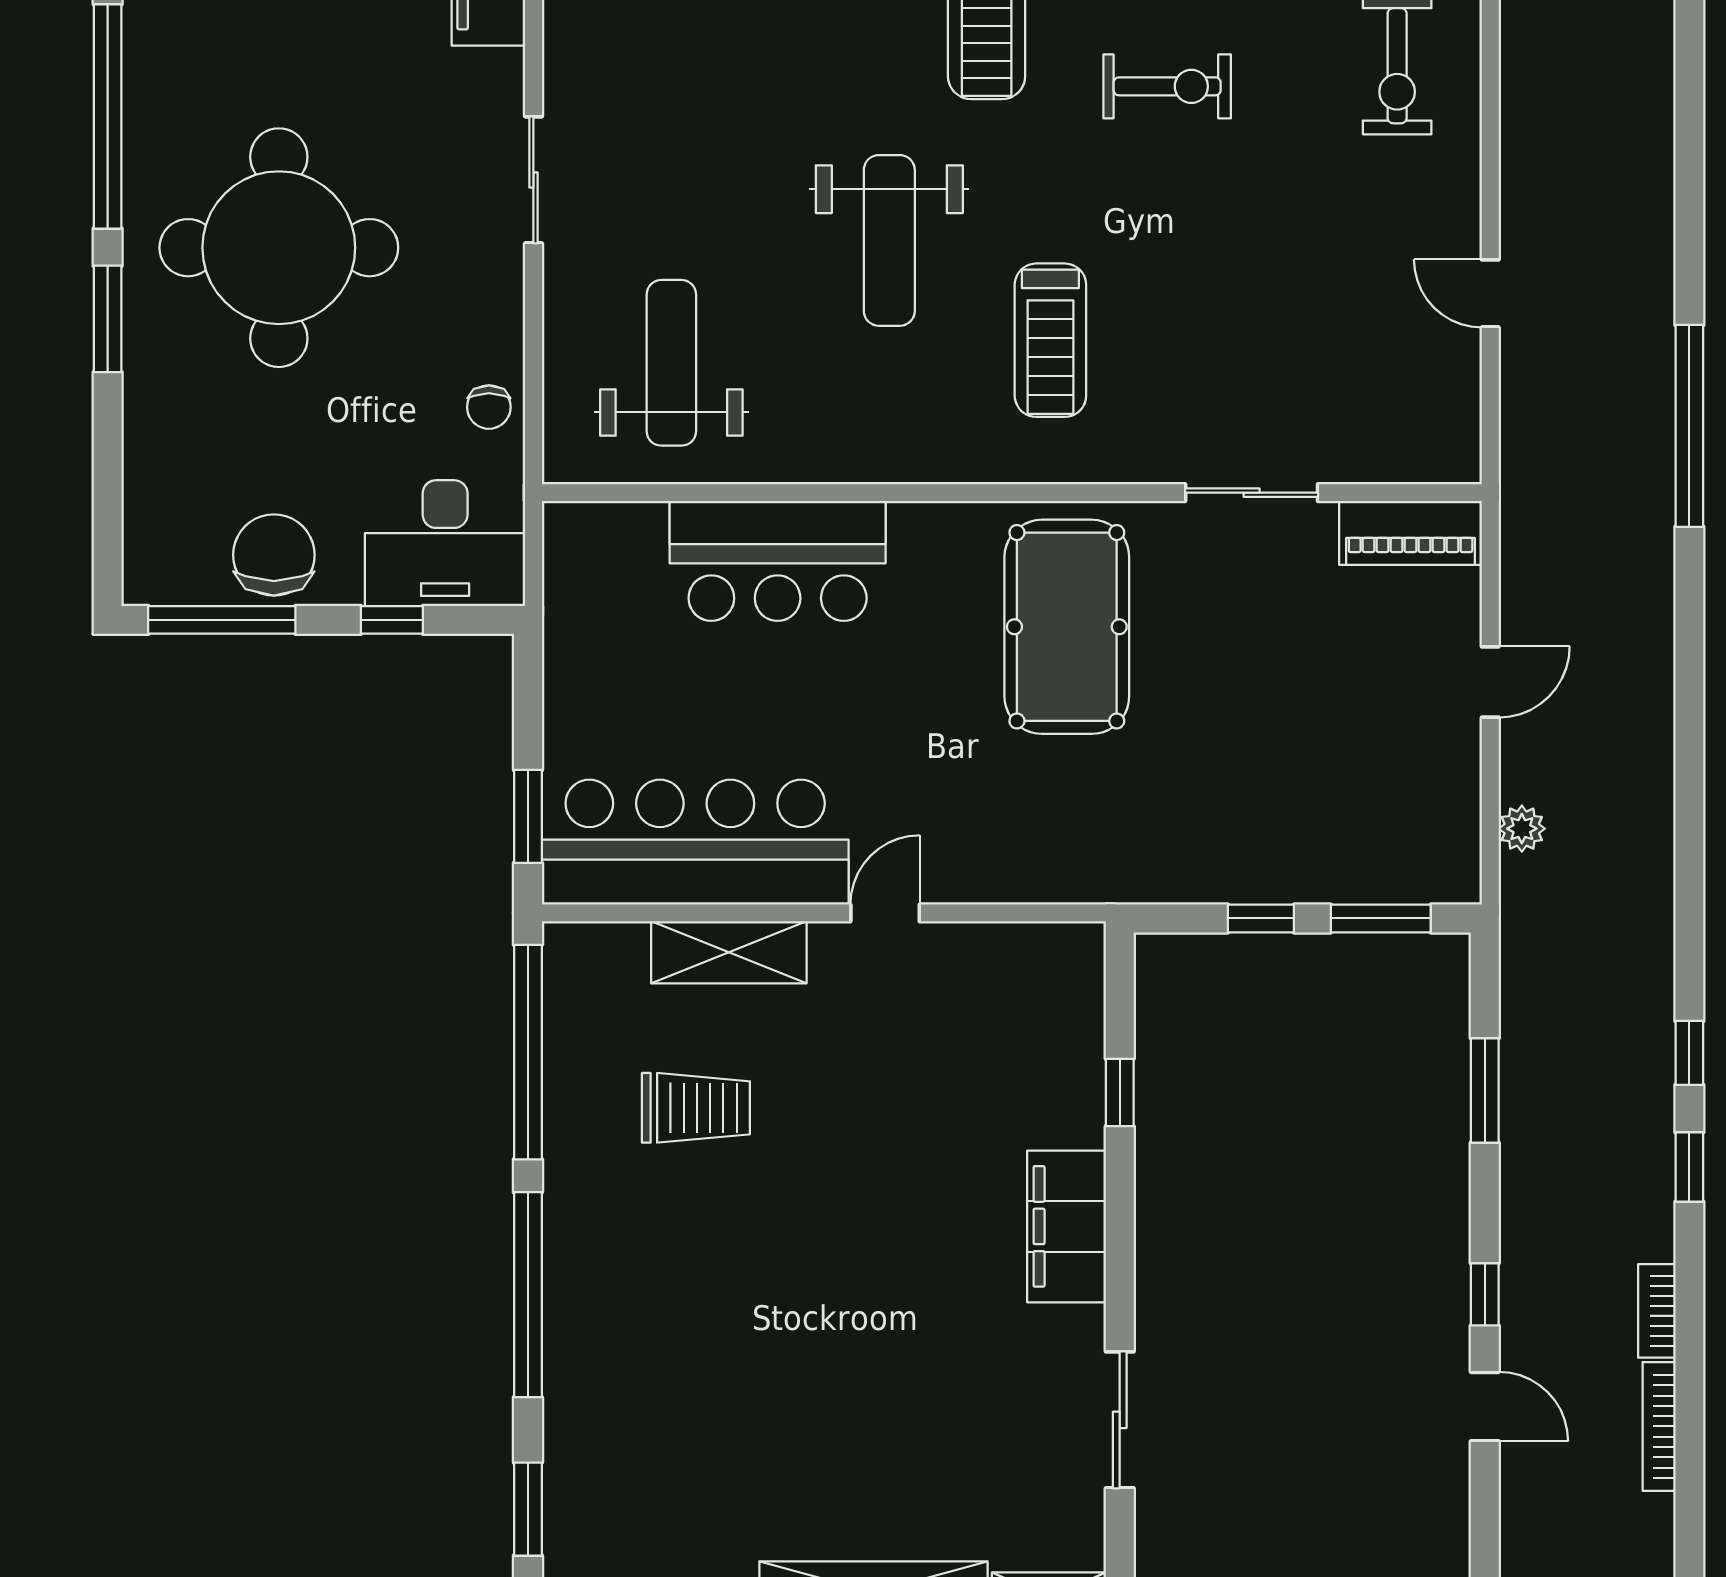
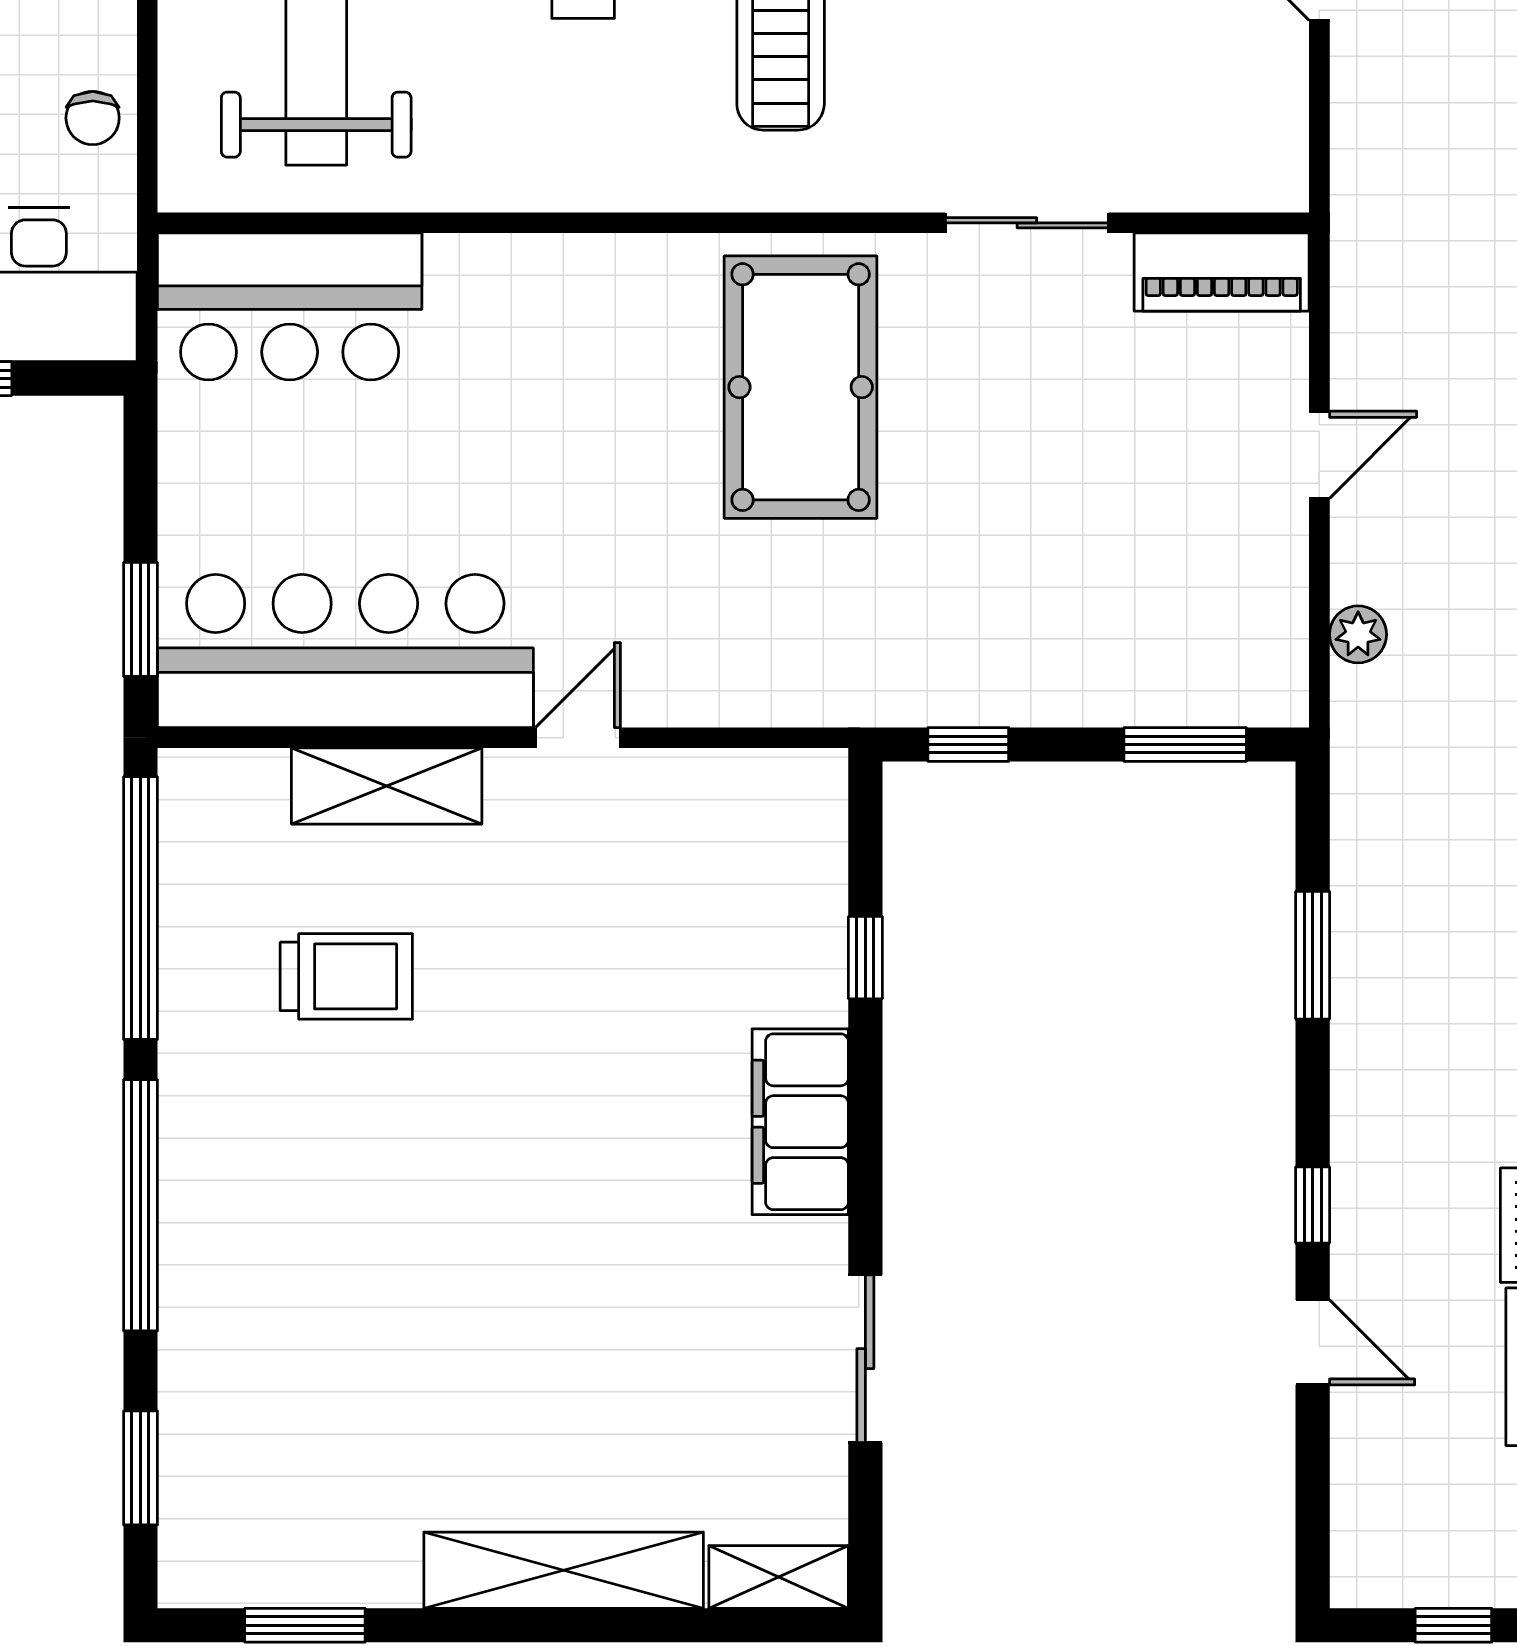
bar counter: (778, 561) -> (290, 306), moved
window: (1261, 918) -> (968, 744), moved

